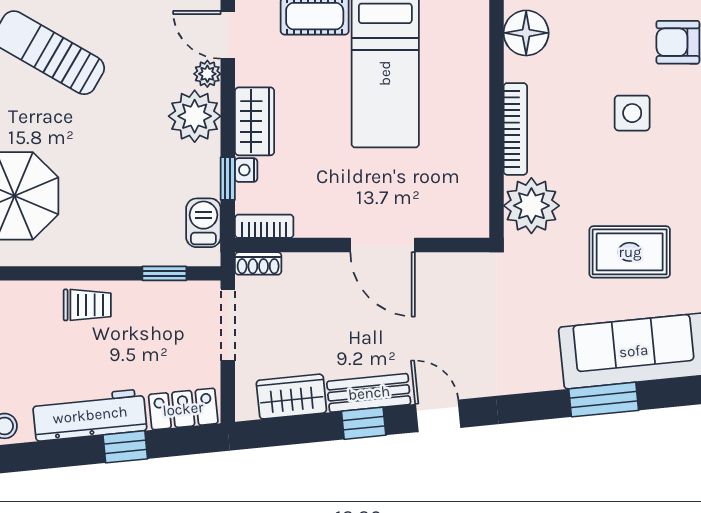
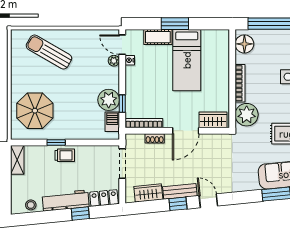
plant: (195, 116) -> (109, 100), moved
wardrobe: (255, 121) -> (213, 120), moved, turned -90
nightstand: (246, 170) -> (130, 60), moved
bookcase: (264, 226) -> (144, 123), width x1.56
door: (383, 245) -> (186, 131), hinge flipped
shoe rack: (258, 263) -> (155, 138), moved
window: (164, 273) -> (56, 142), moved

